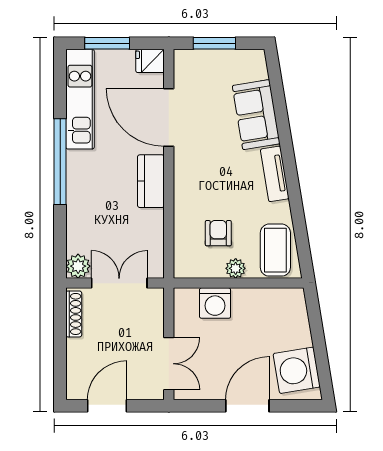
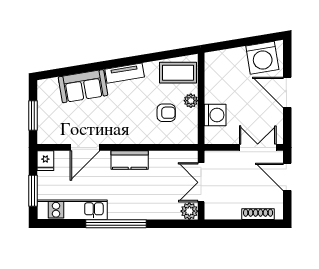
door: (169, 118) -> (85, 147), width x0.73
armchair: (218, 233) -> (166, 113), turned 180
shoe rack: (74, 314) -> (258, 214), moved
door: (107, 406) -> (287, 177), moved

